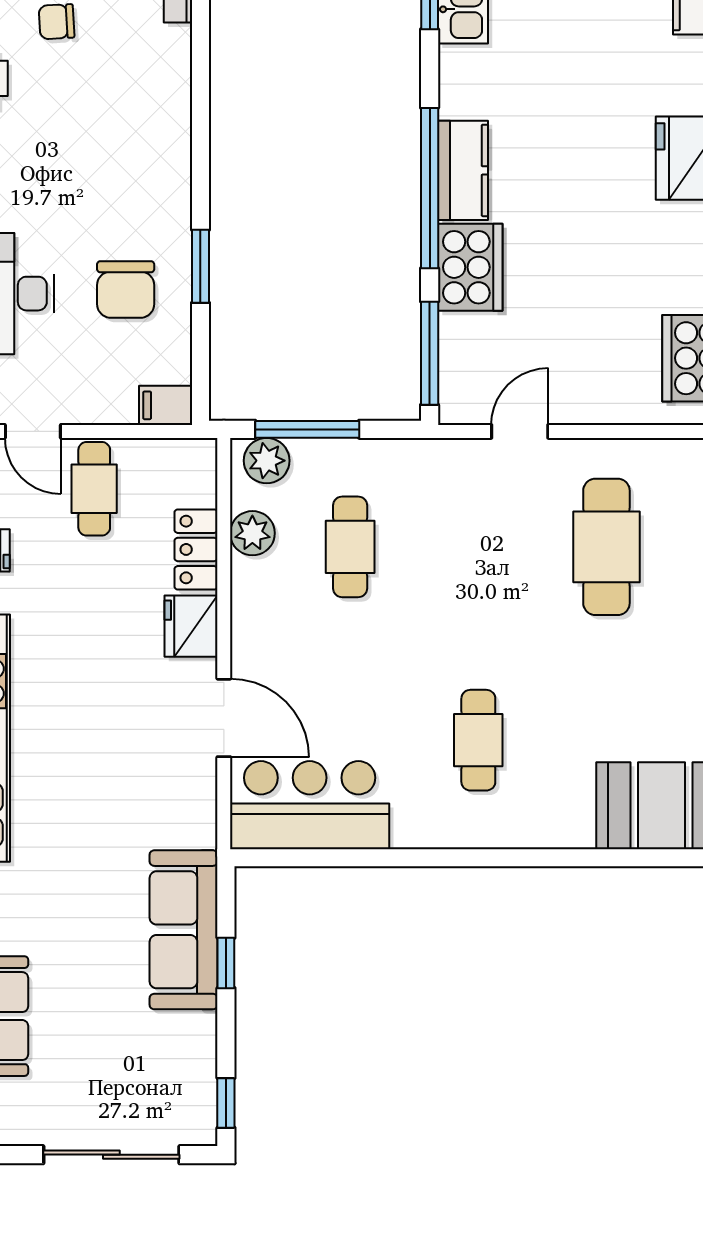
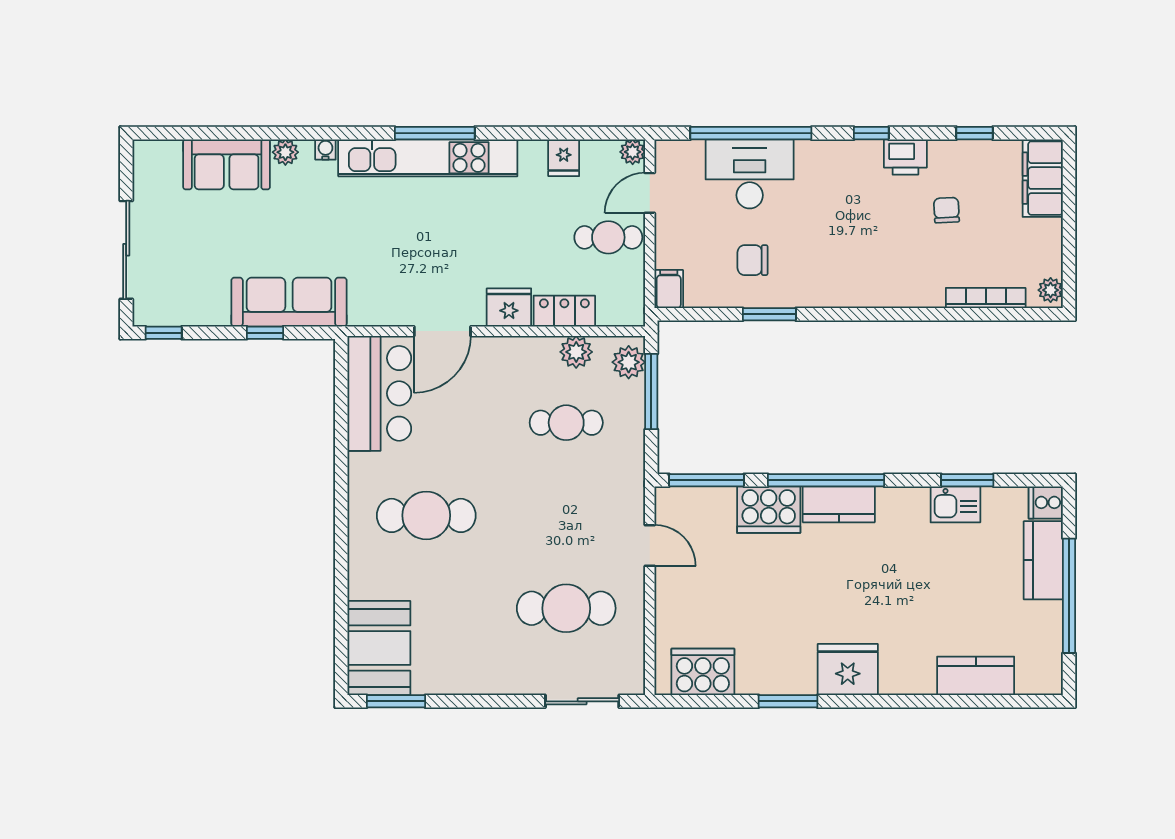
chair: (126, 290) -> (753, 260), width x0.73, depth x0.73
cafe table: (478, 740) -> (426, 515), width x1.37, depth x1.35

